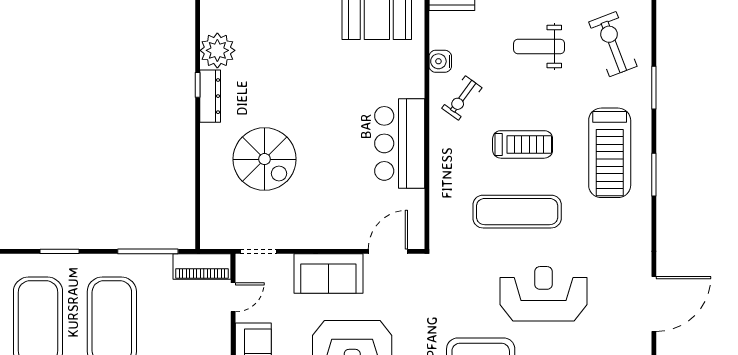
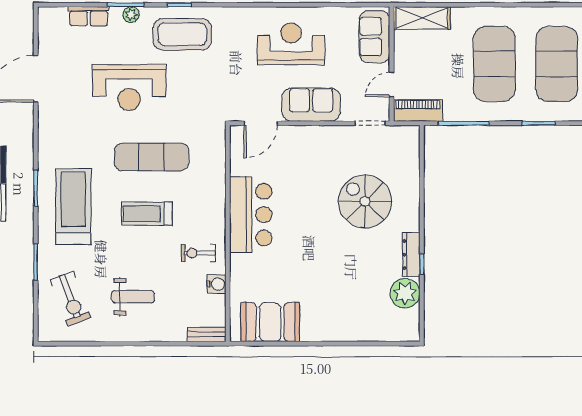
exercise bike: (462, 98) -> (198, 253), turned -126

